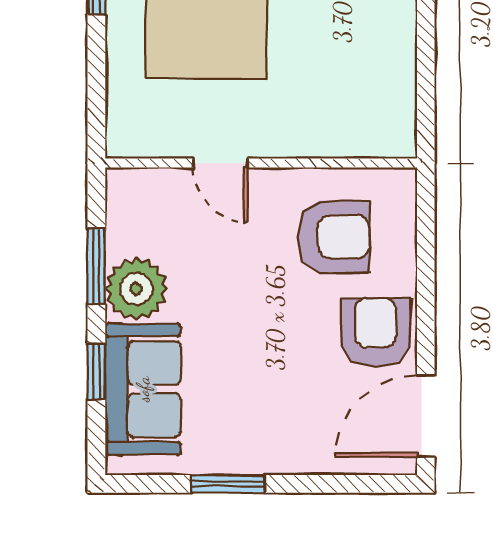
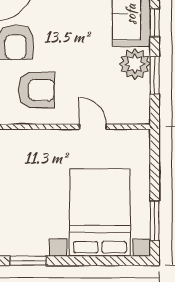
armchair: (334, 237) -> (36, 90), turned 180

